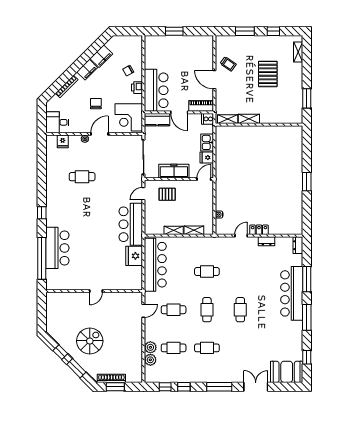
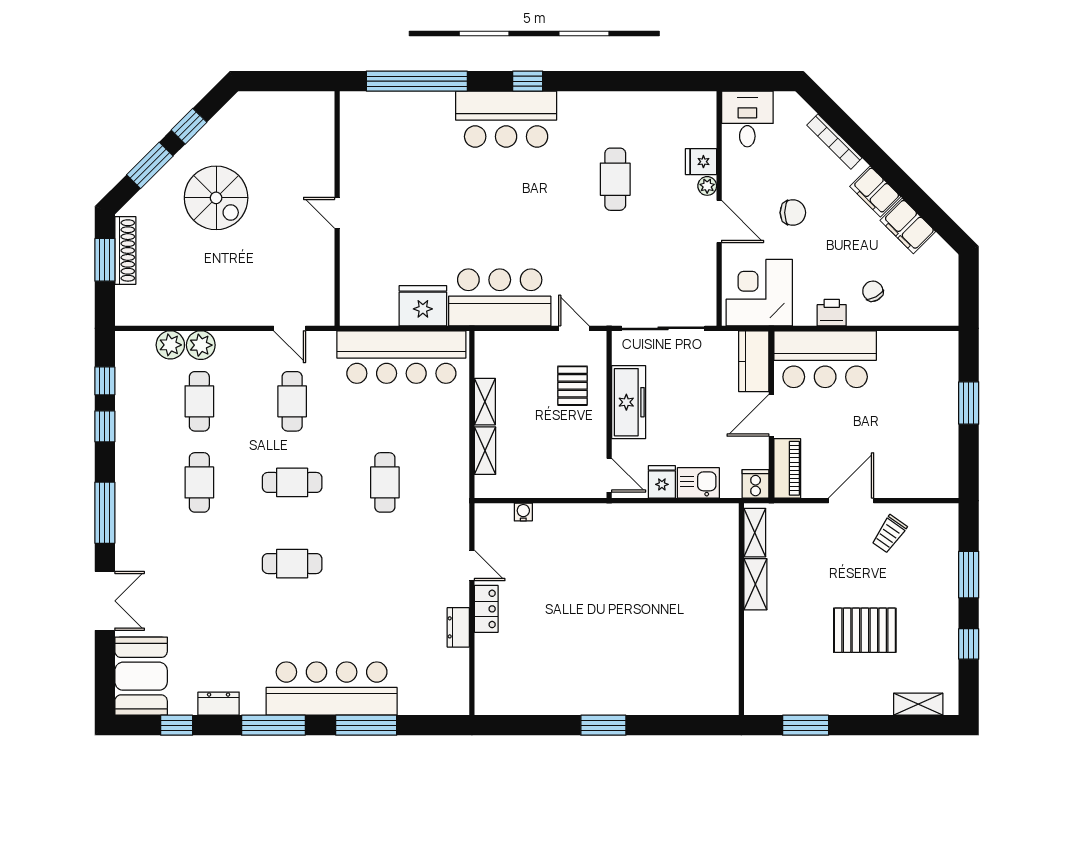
fridge: (63, 141) -> (701, 162), moved
dresser: (298, 245) -> (219, 704), moved
bar counter: (57, 248) -> (506, 119), moved

